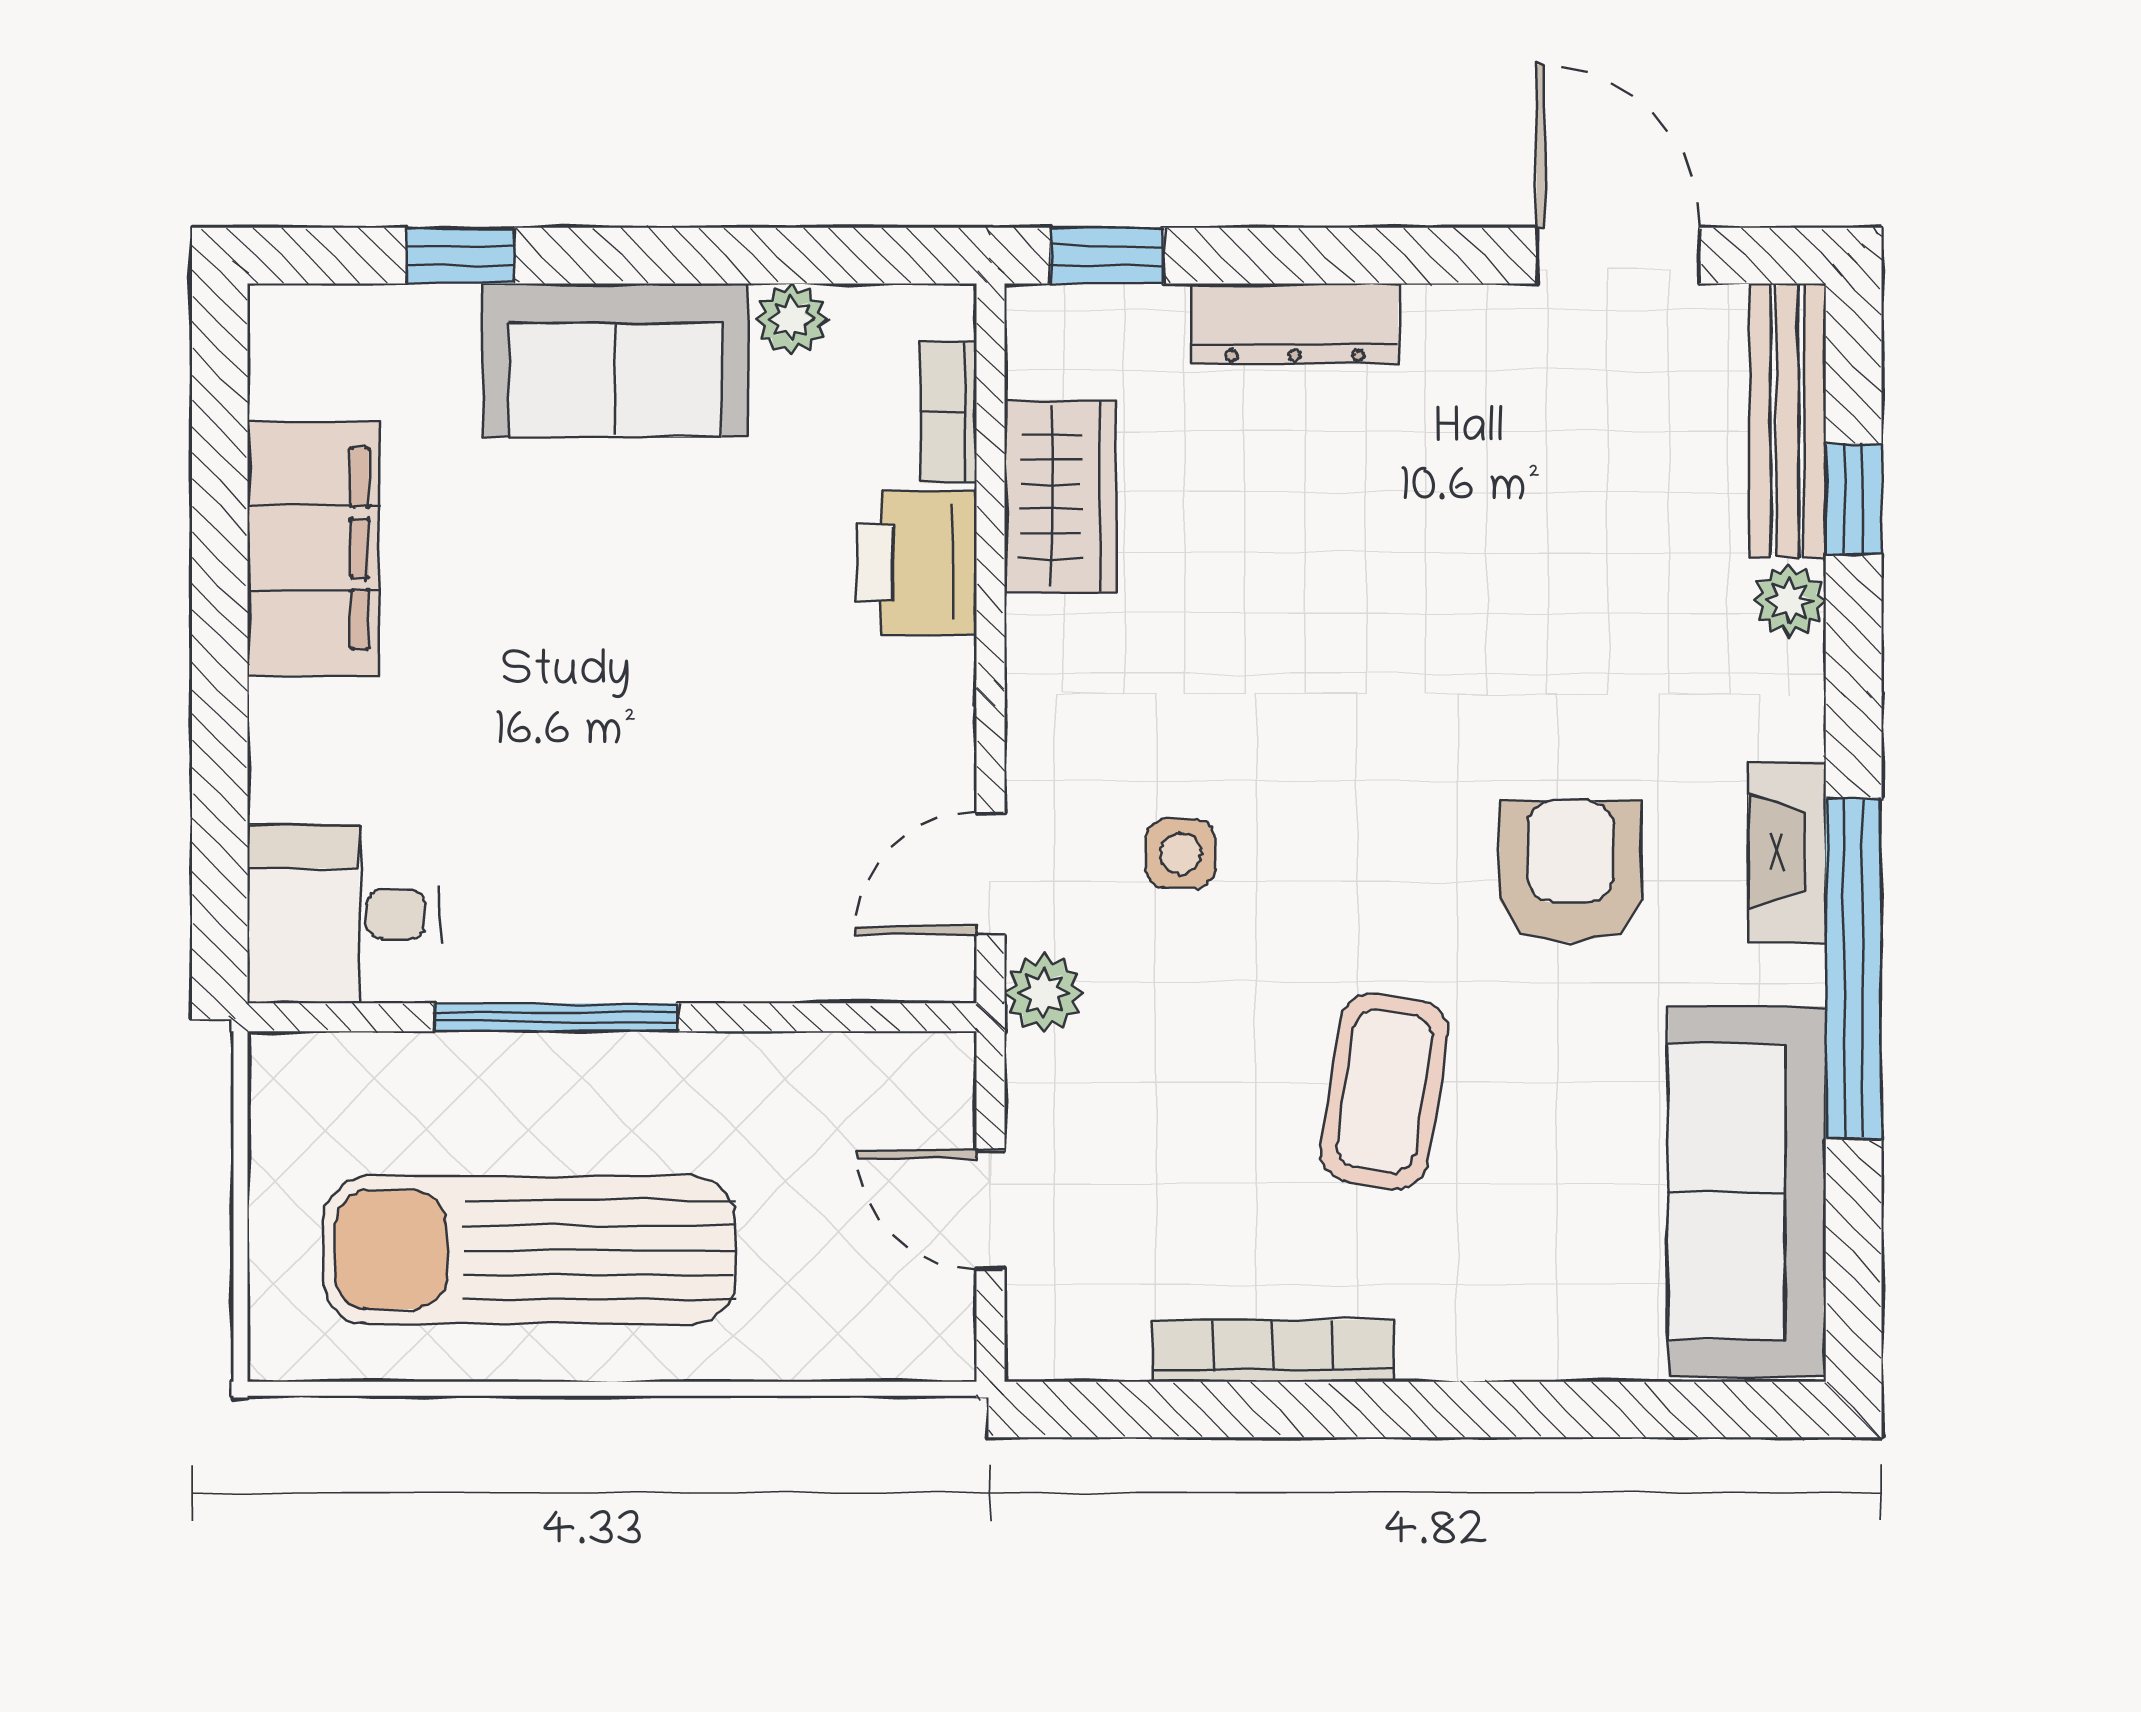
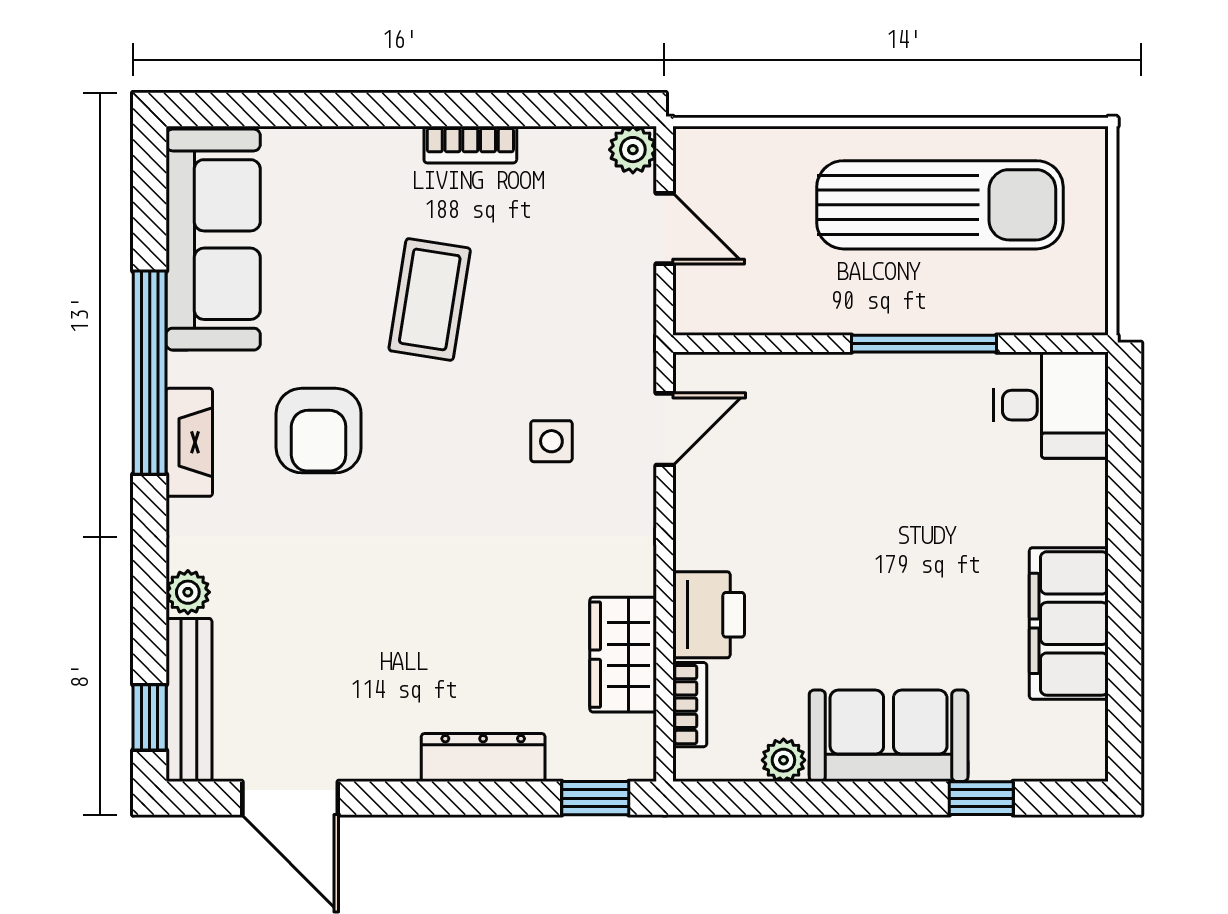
window: (1854, 499) -> (150, 717), moved
plant: (1044, 993) -> (633, 150), moved
bookcase: (1273, 1351) -> (470, 145), width x0.64

